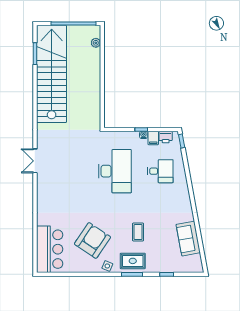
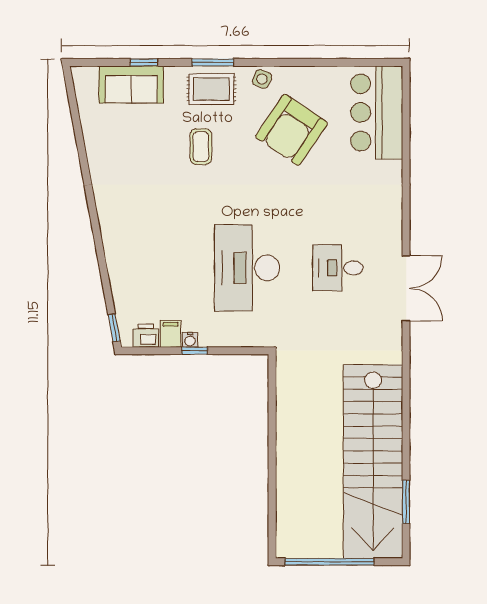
plant: (96, 43) -> (285, 523), removed
double door: (35, 161) -> (406, 288), width x1.37
desk: (160, 171) -> (338, 268), moved
sofa: (188, 239) -> (131, 84), moved, turned 100

